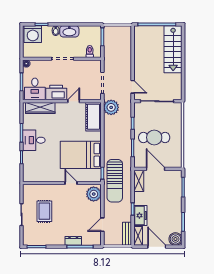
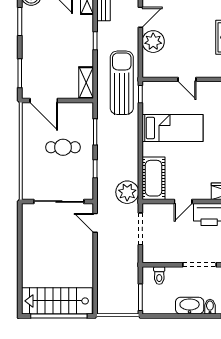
stairs: (173, 49) -> (57, 301), moved, turned -90
cafe table: (154, 137) -> (63, 147), width x0.73, depth x0.74
bed: (81, 155) -> (172, 128), width x0.67
door: (156, 169) -> (44, 100), moved
plant: (94, 194) -> (153, 42), moved
freezer: (140, 215) -> (84, 31), removed

